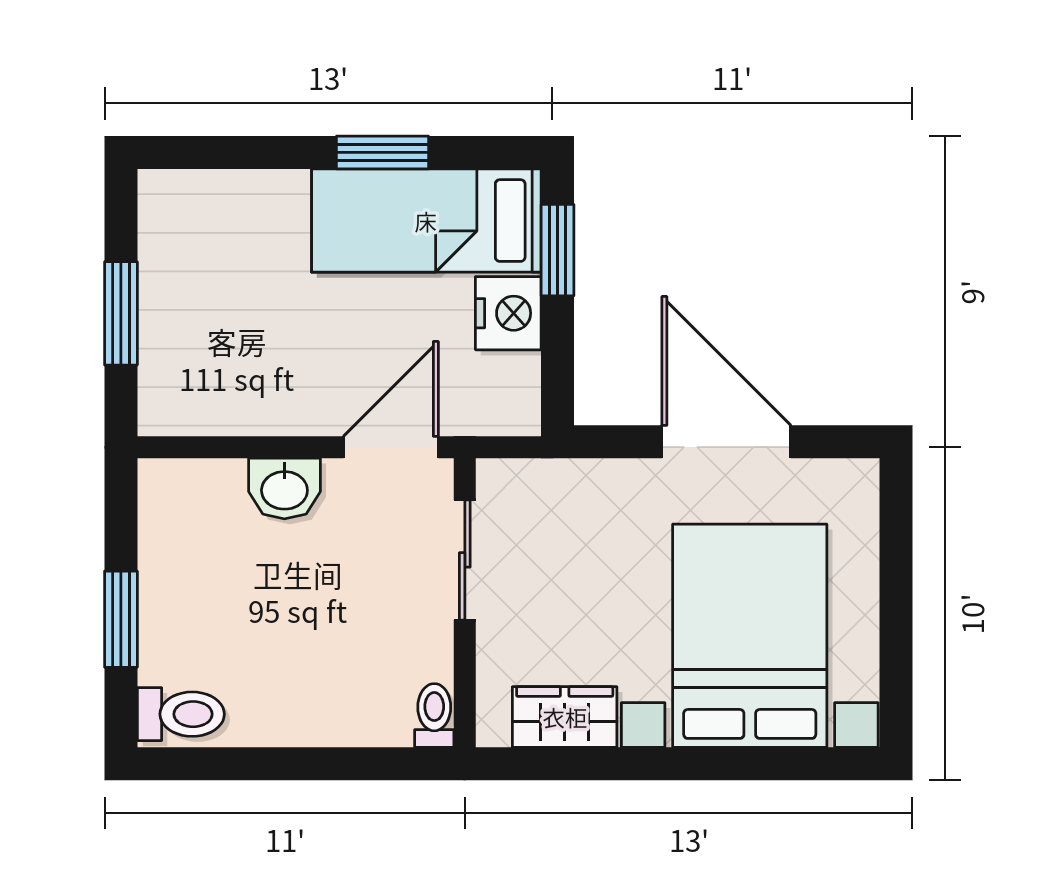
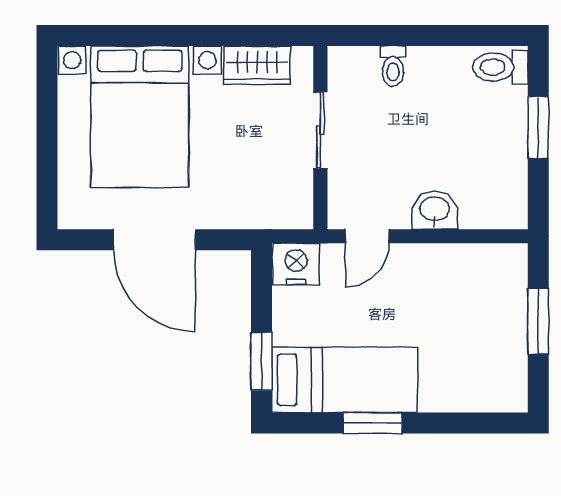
nightstand: (508, 313) -> (296, 264), moved, turned 90
door: (391, 447) -> (367, 236), width x0.73
sliding door: (465, 560) -> (320, 130), moved
toilet: (434, 715) -> (393, 66), moved

